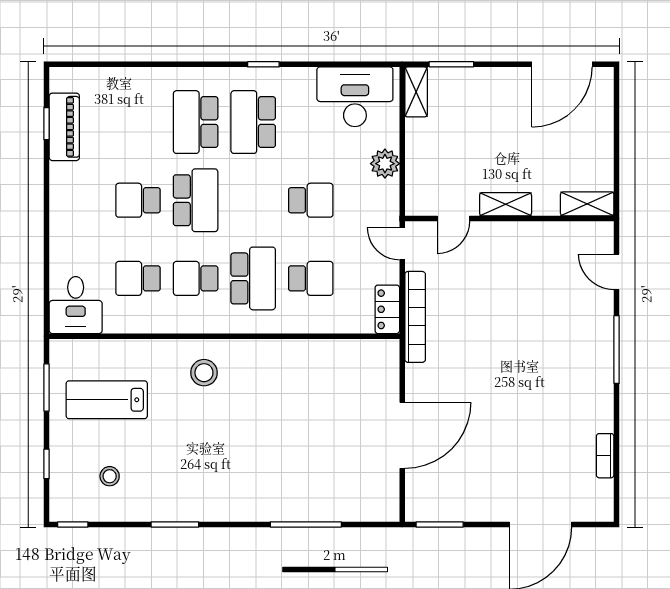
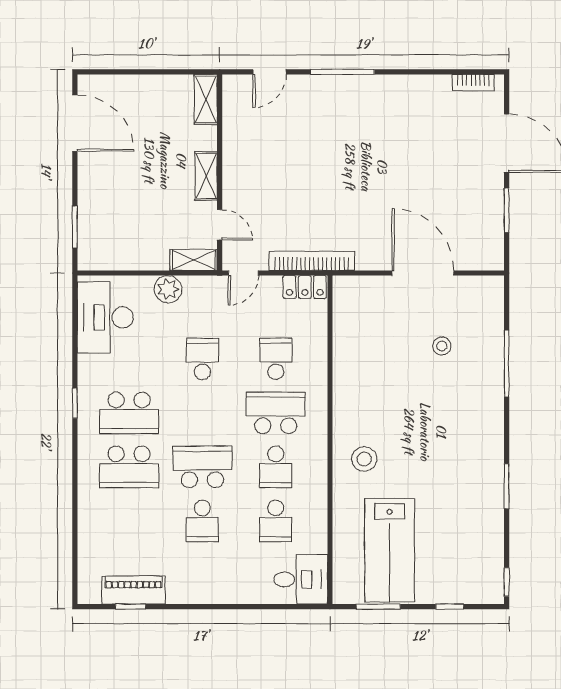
shelving: (416, 92) -> (194, 260), moved
lab bench: (107, 400) -> (390, 550), width x1.36, depth x1.39
bookcase: (605, 456) -> (473, 83), moved
stool: (110, 476) -> (442, 346), moved
window: (440, 524) -> (507, 210), moved

